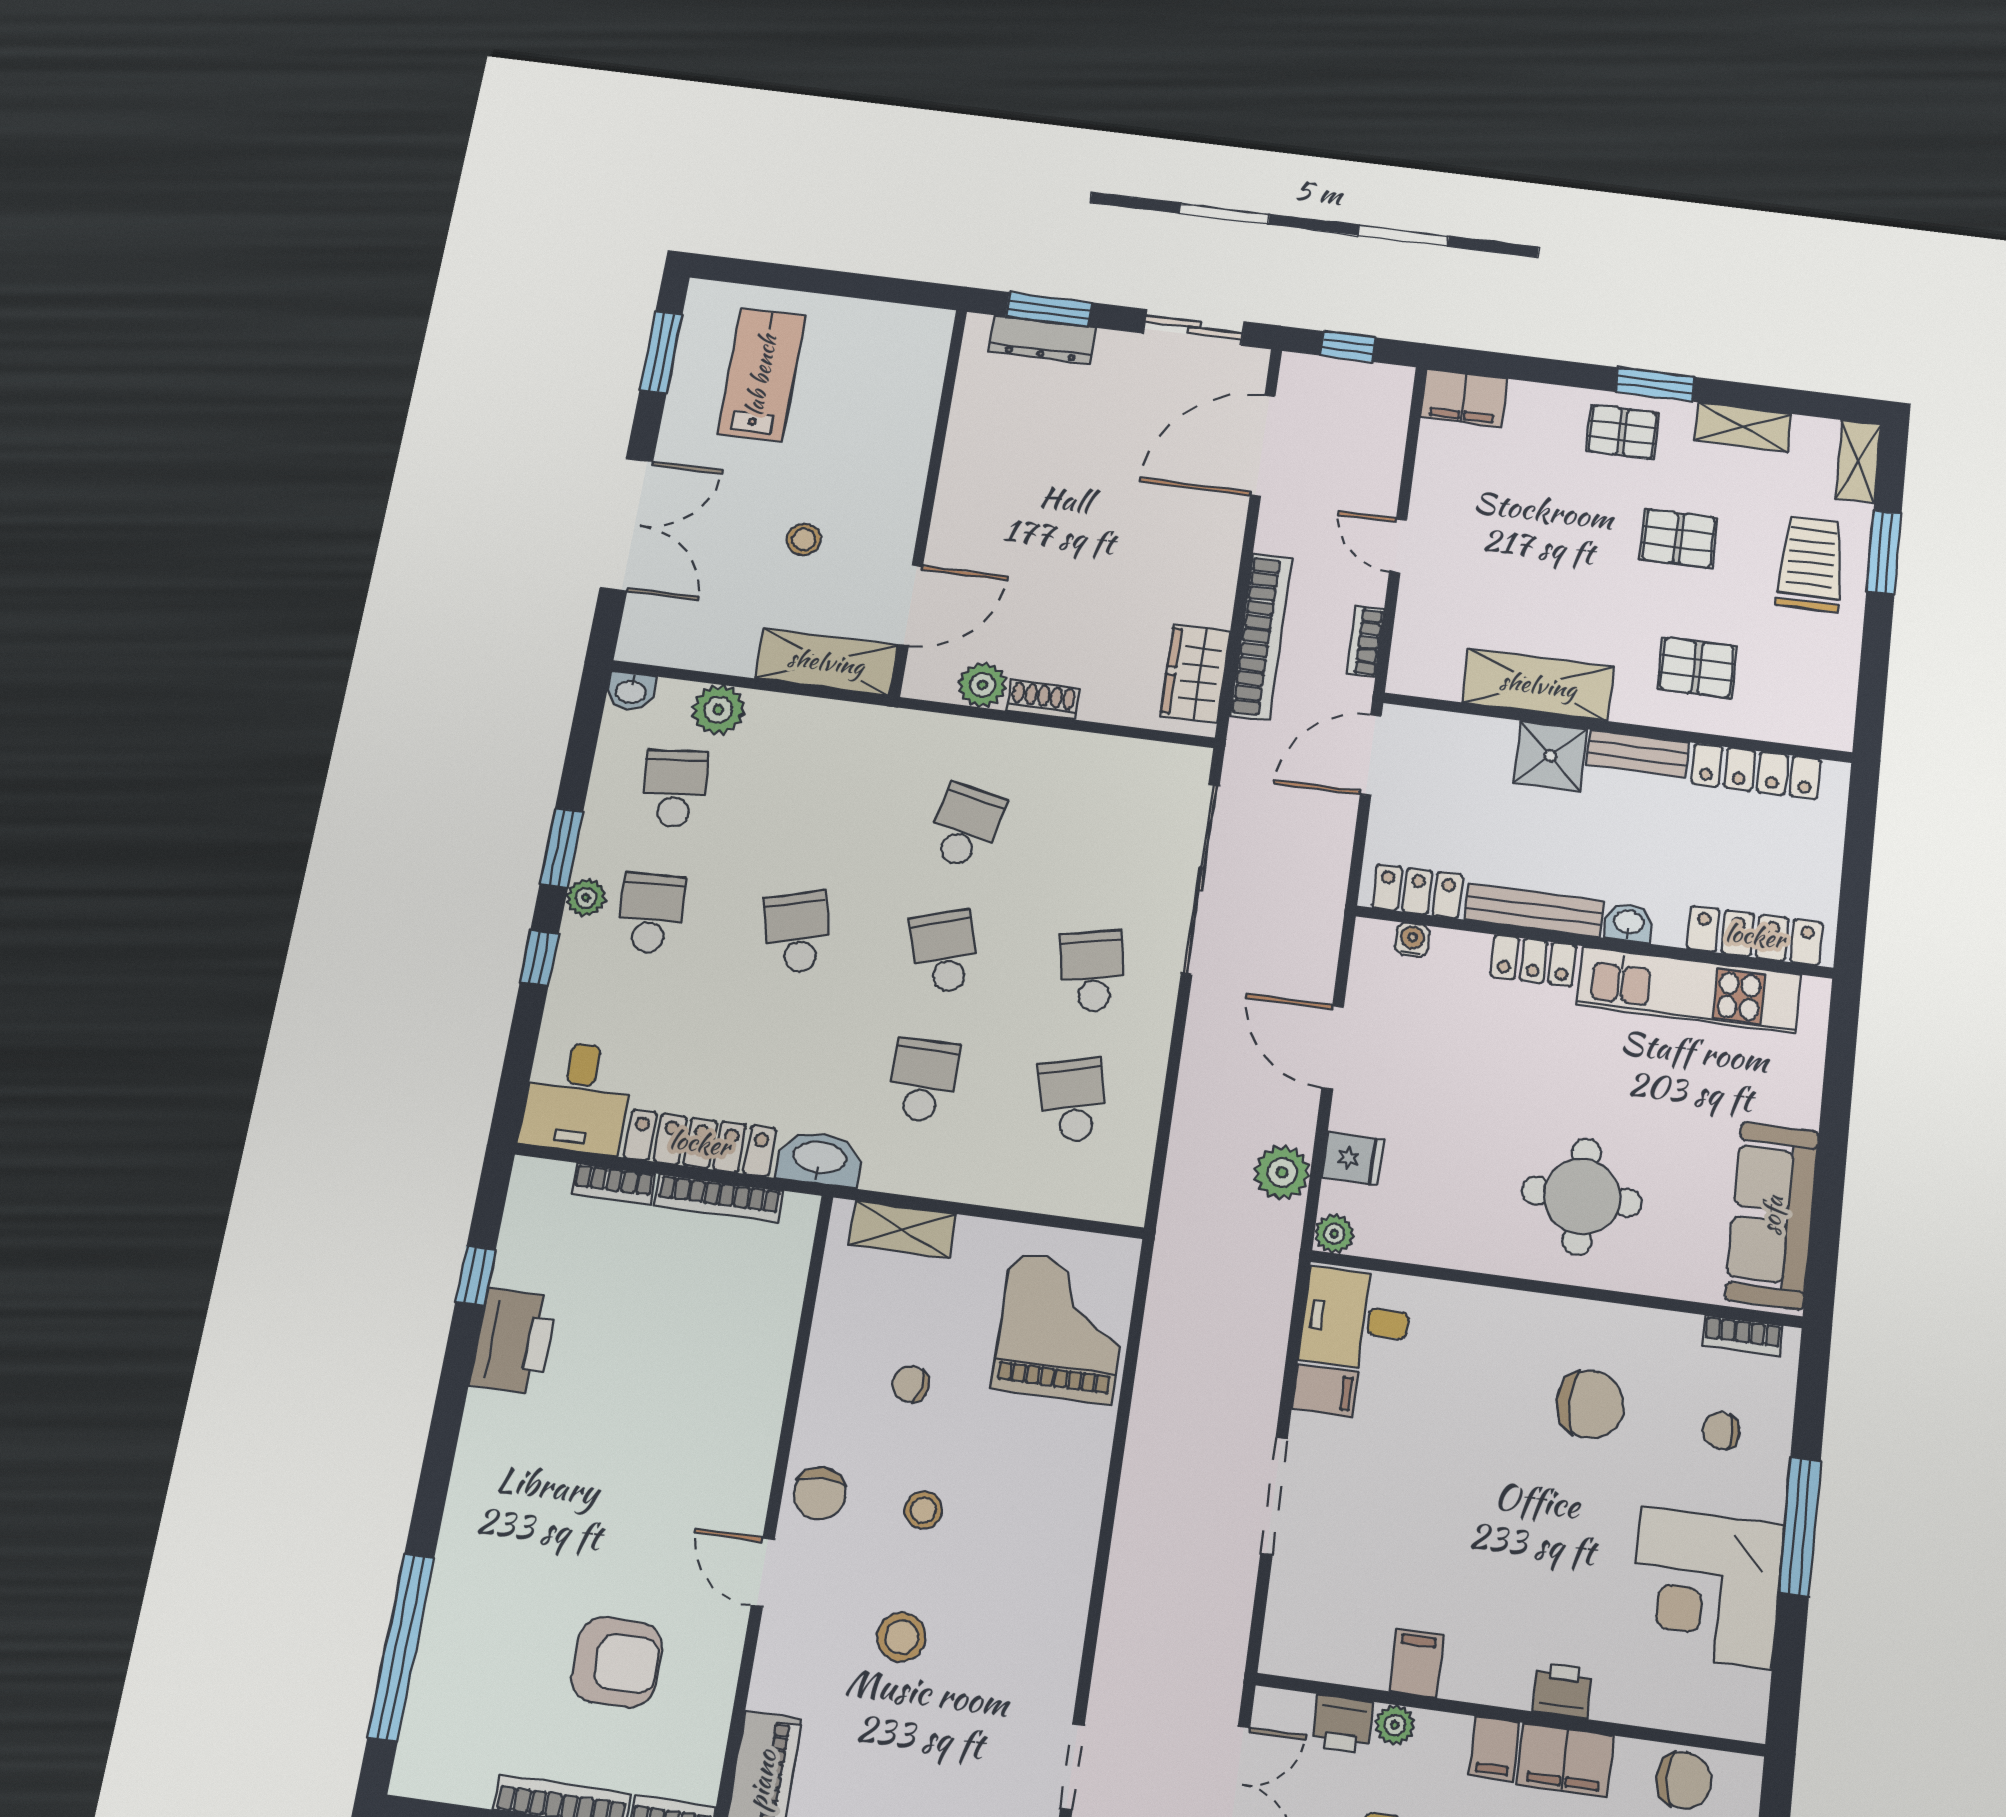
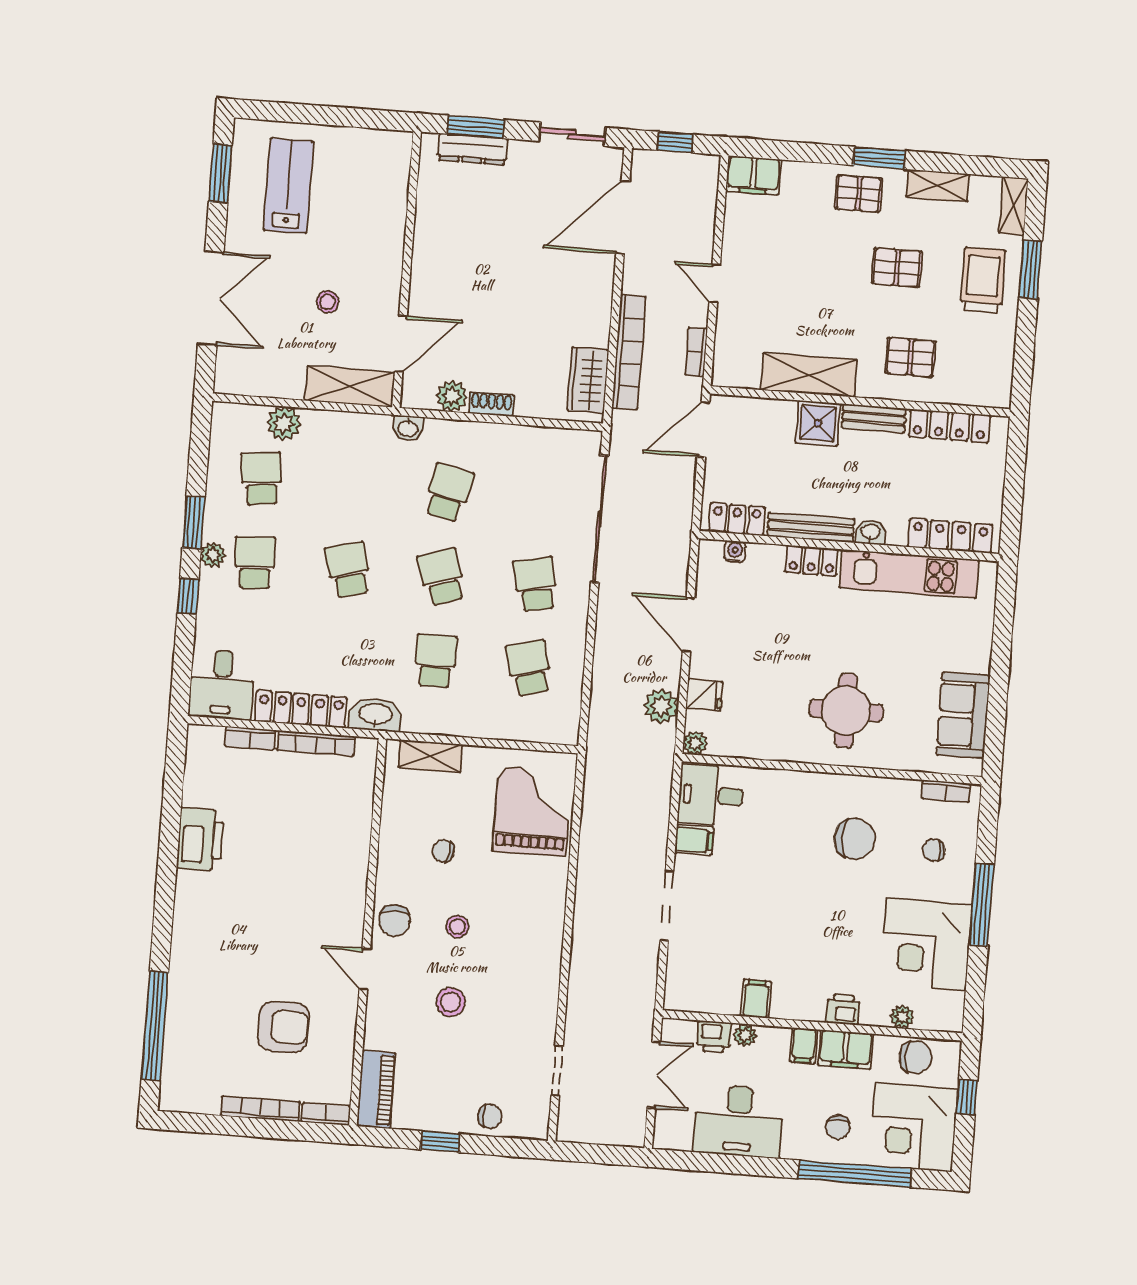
washbasin: (631, 691) -> (408, 428), moved
sofa: (1772, 1215) -> (963, 715), width x0.73
window: (476, 1276) -> (172, 801), removed
plant: (1663, 1709) -> (902, 1017), added

